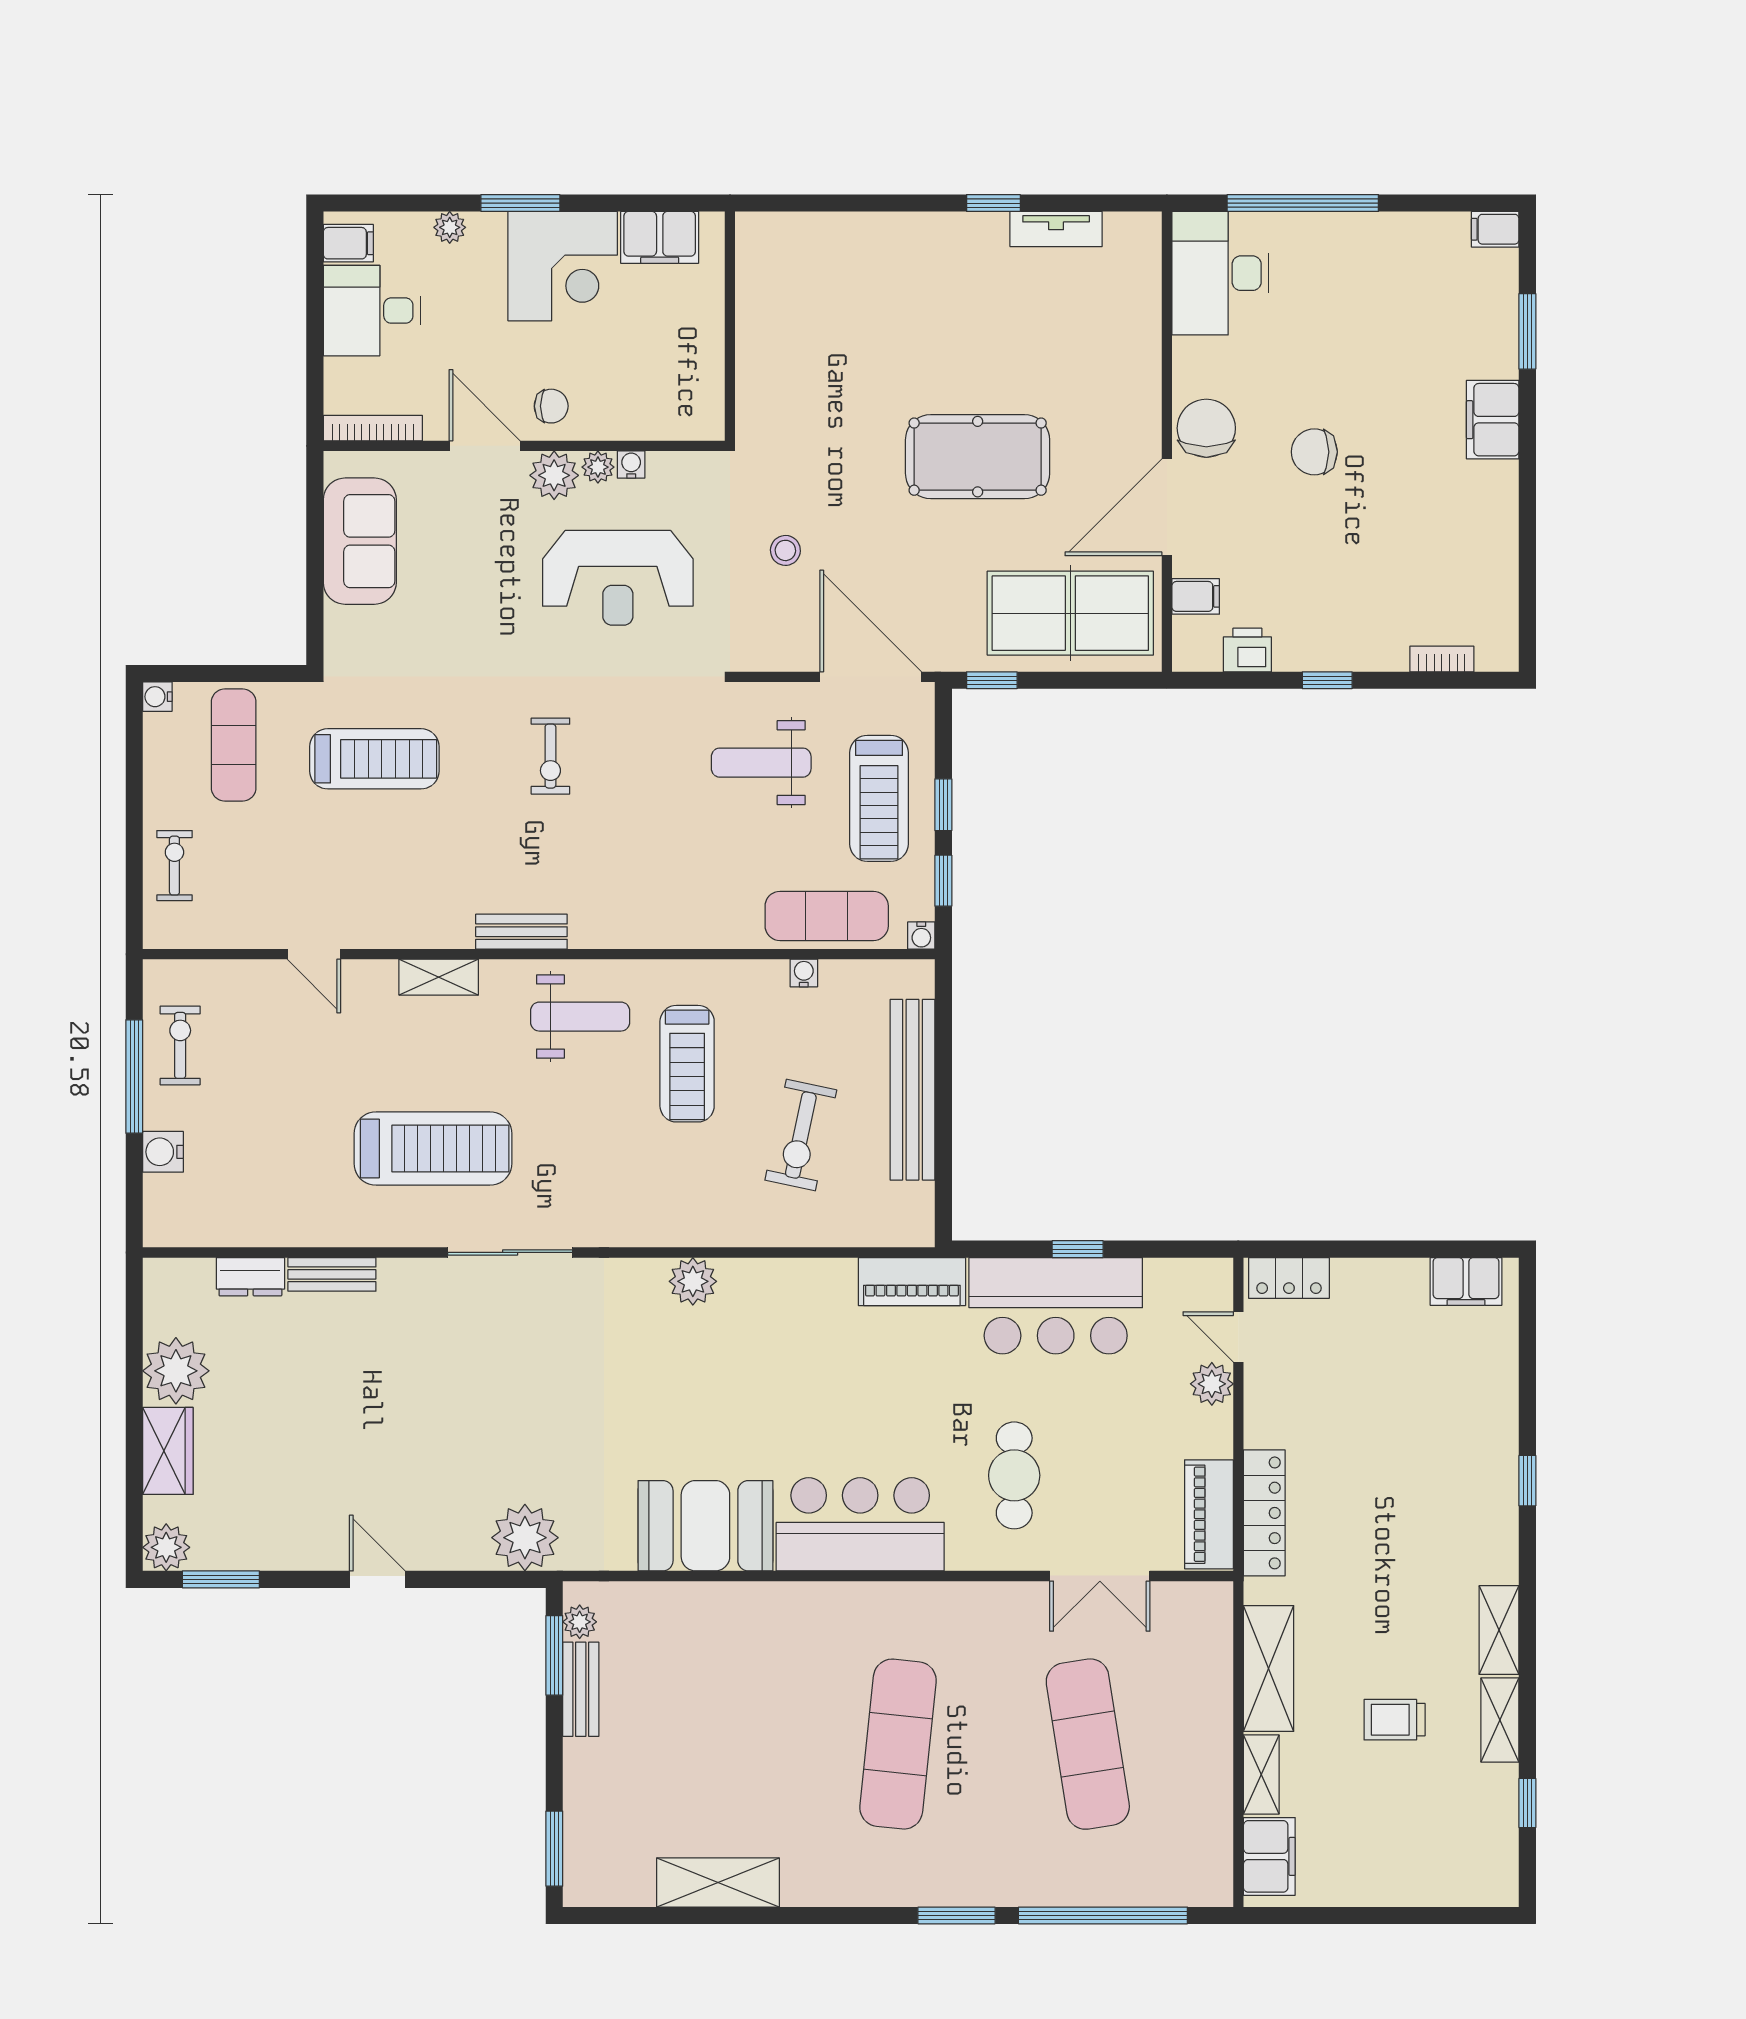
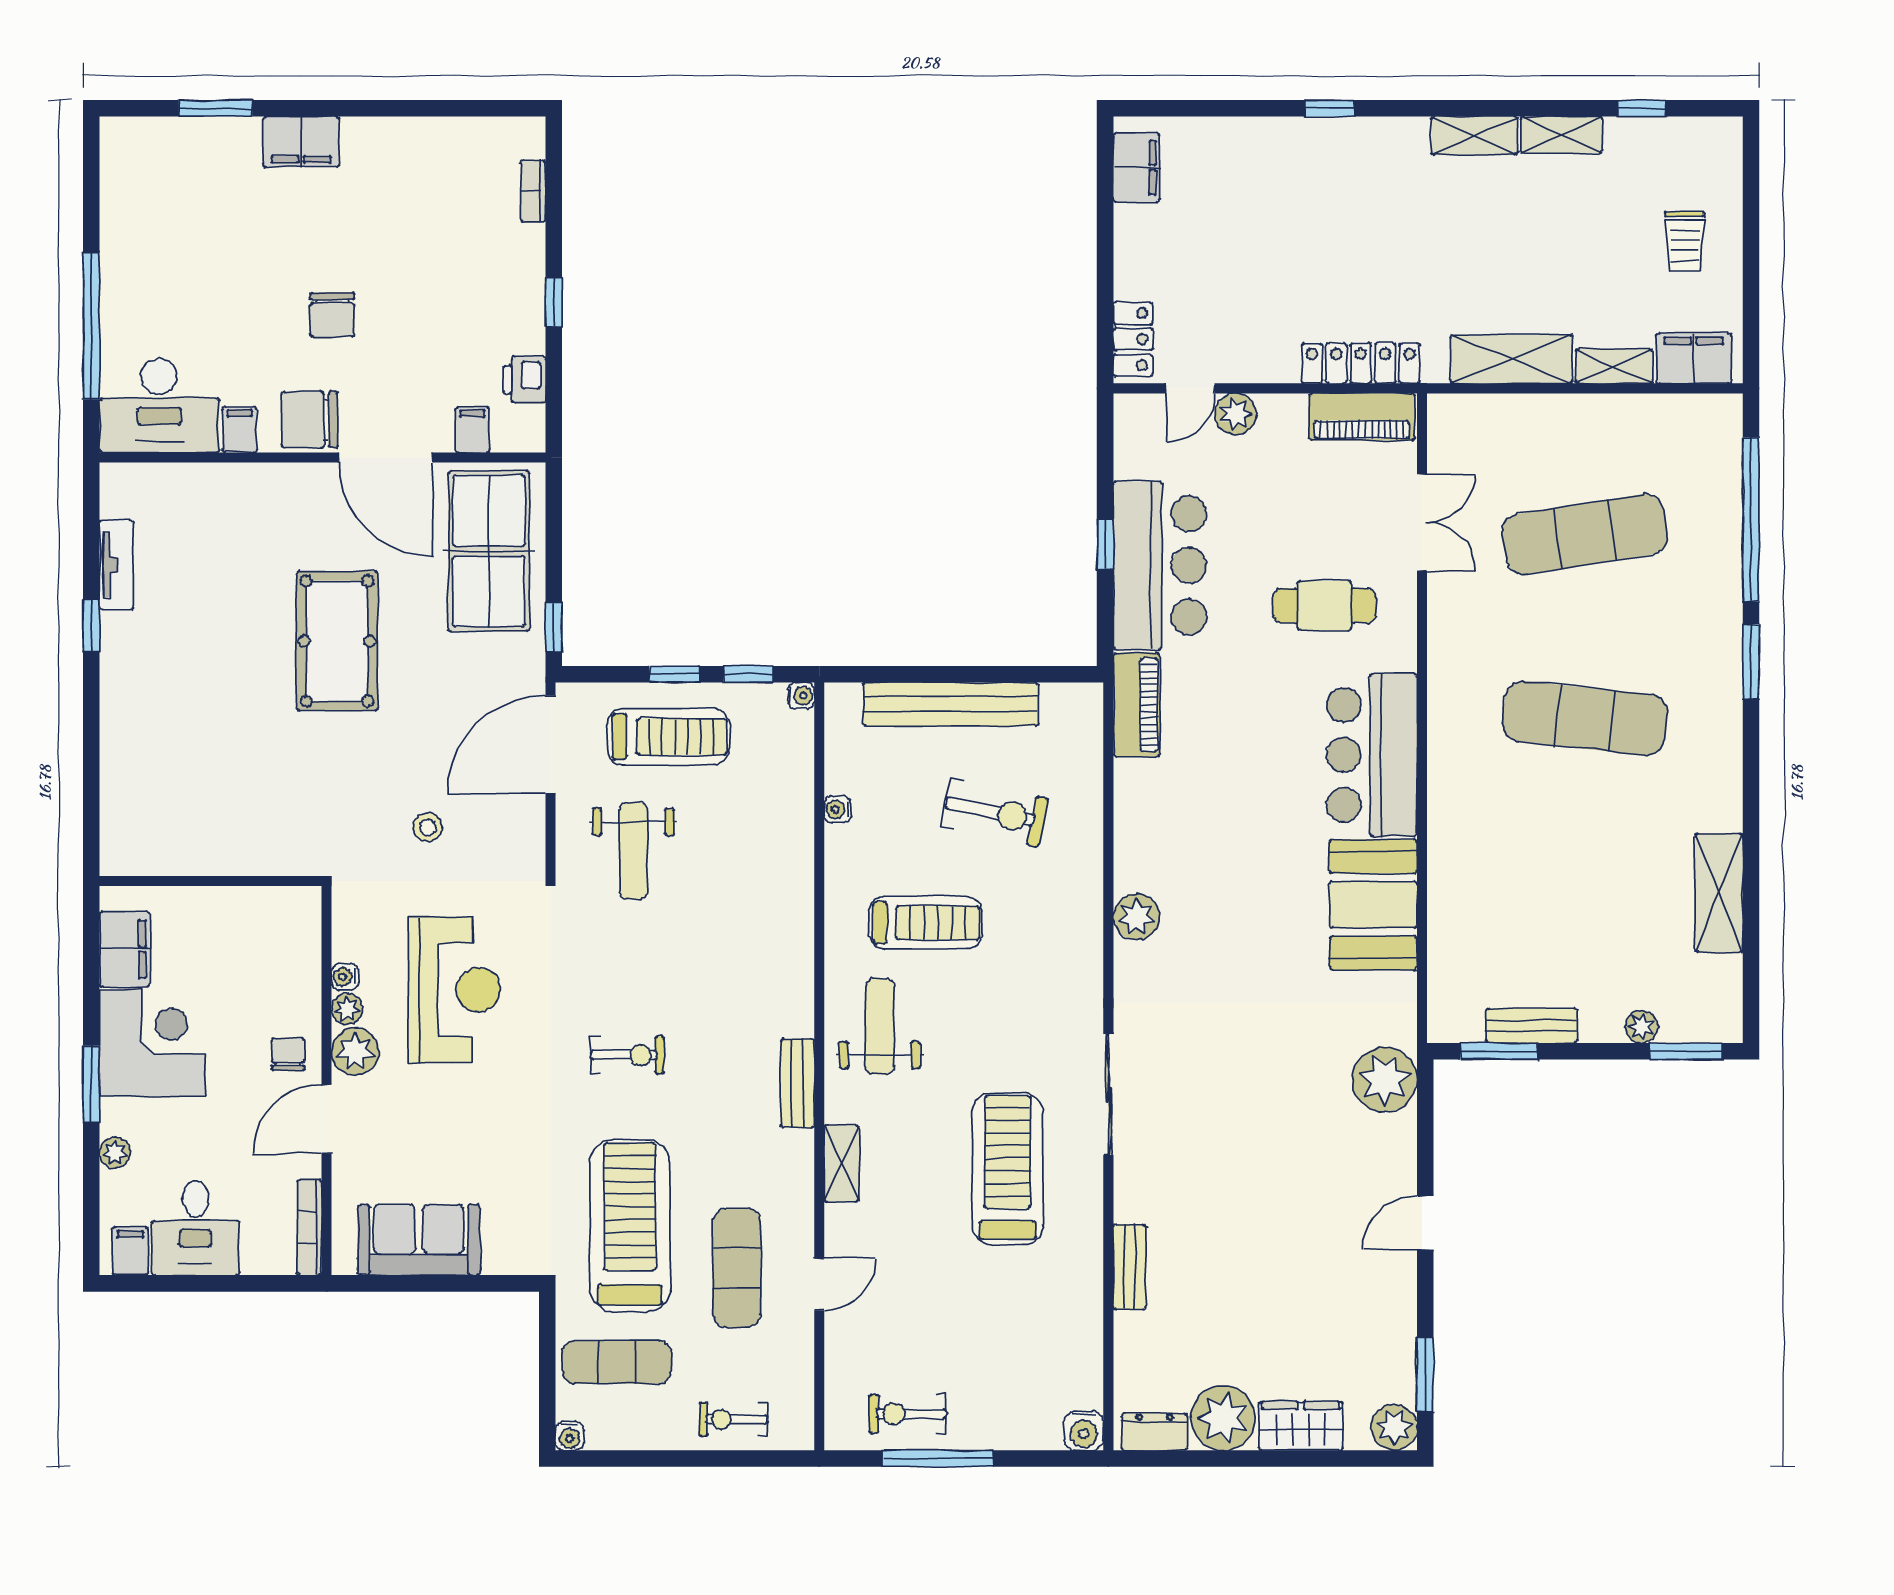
filing cabinet: (1495, 229) -> (240, 430), moved, turned 180
treadmill: (374, 759) -> (630, 1226), width x1.37, depth x1.38
exercise mat: (827, 916) -> (737, 1268), moved
water cooler: (163, 1152) -> (1084, 1431), moved
dresser: (250, 1277) -> (1154, 1432), moved, turned -90
plant: (580, 1622) -> (1641, 1027), moved
trolley: (1395, 1720) -> (1685, 241), moved

